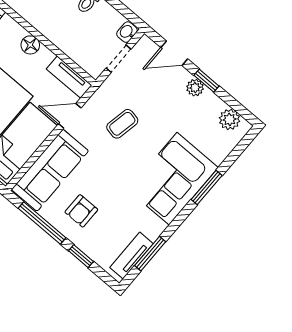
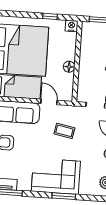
floor lamp: (30, 45) -> (69, 67), moved
tv unit: (69, 77) -> (68, 87), removed

